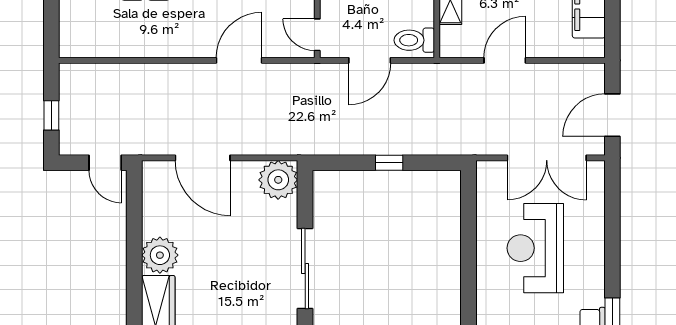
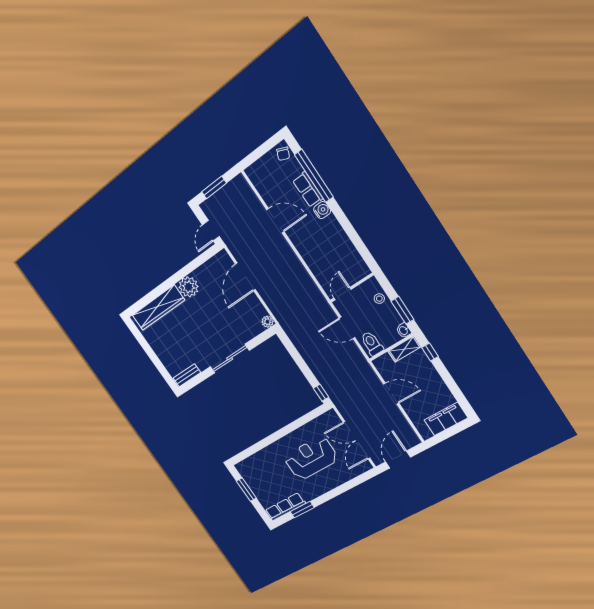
door: (239, 60) -> (275, 221), moved
window: (51, 115) -> (214, 187), width x1.50
door: (612, 115) -> (398, 459), hinge flipped
window: (389, 163) -> (321, 393), moved
plant: (278, 180) -> (267, 322), width x0.53, depth x0.53

